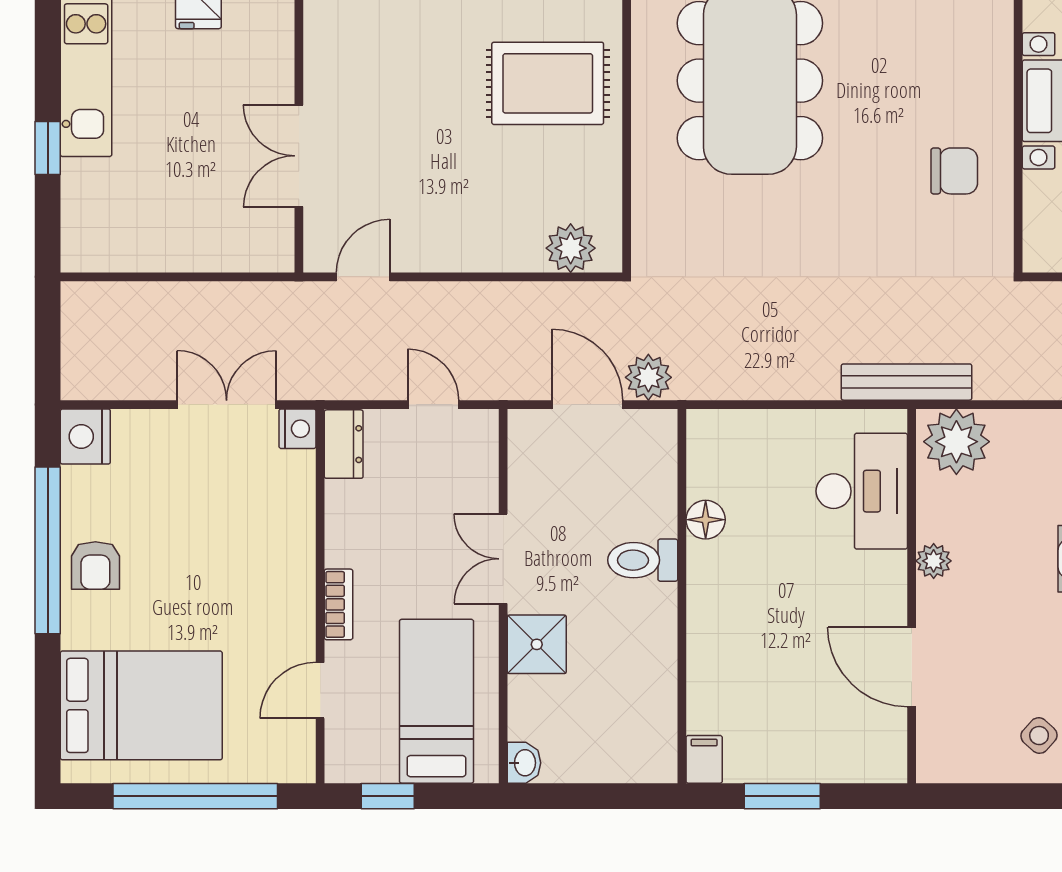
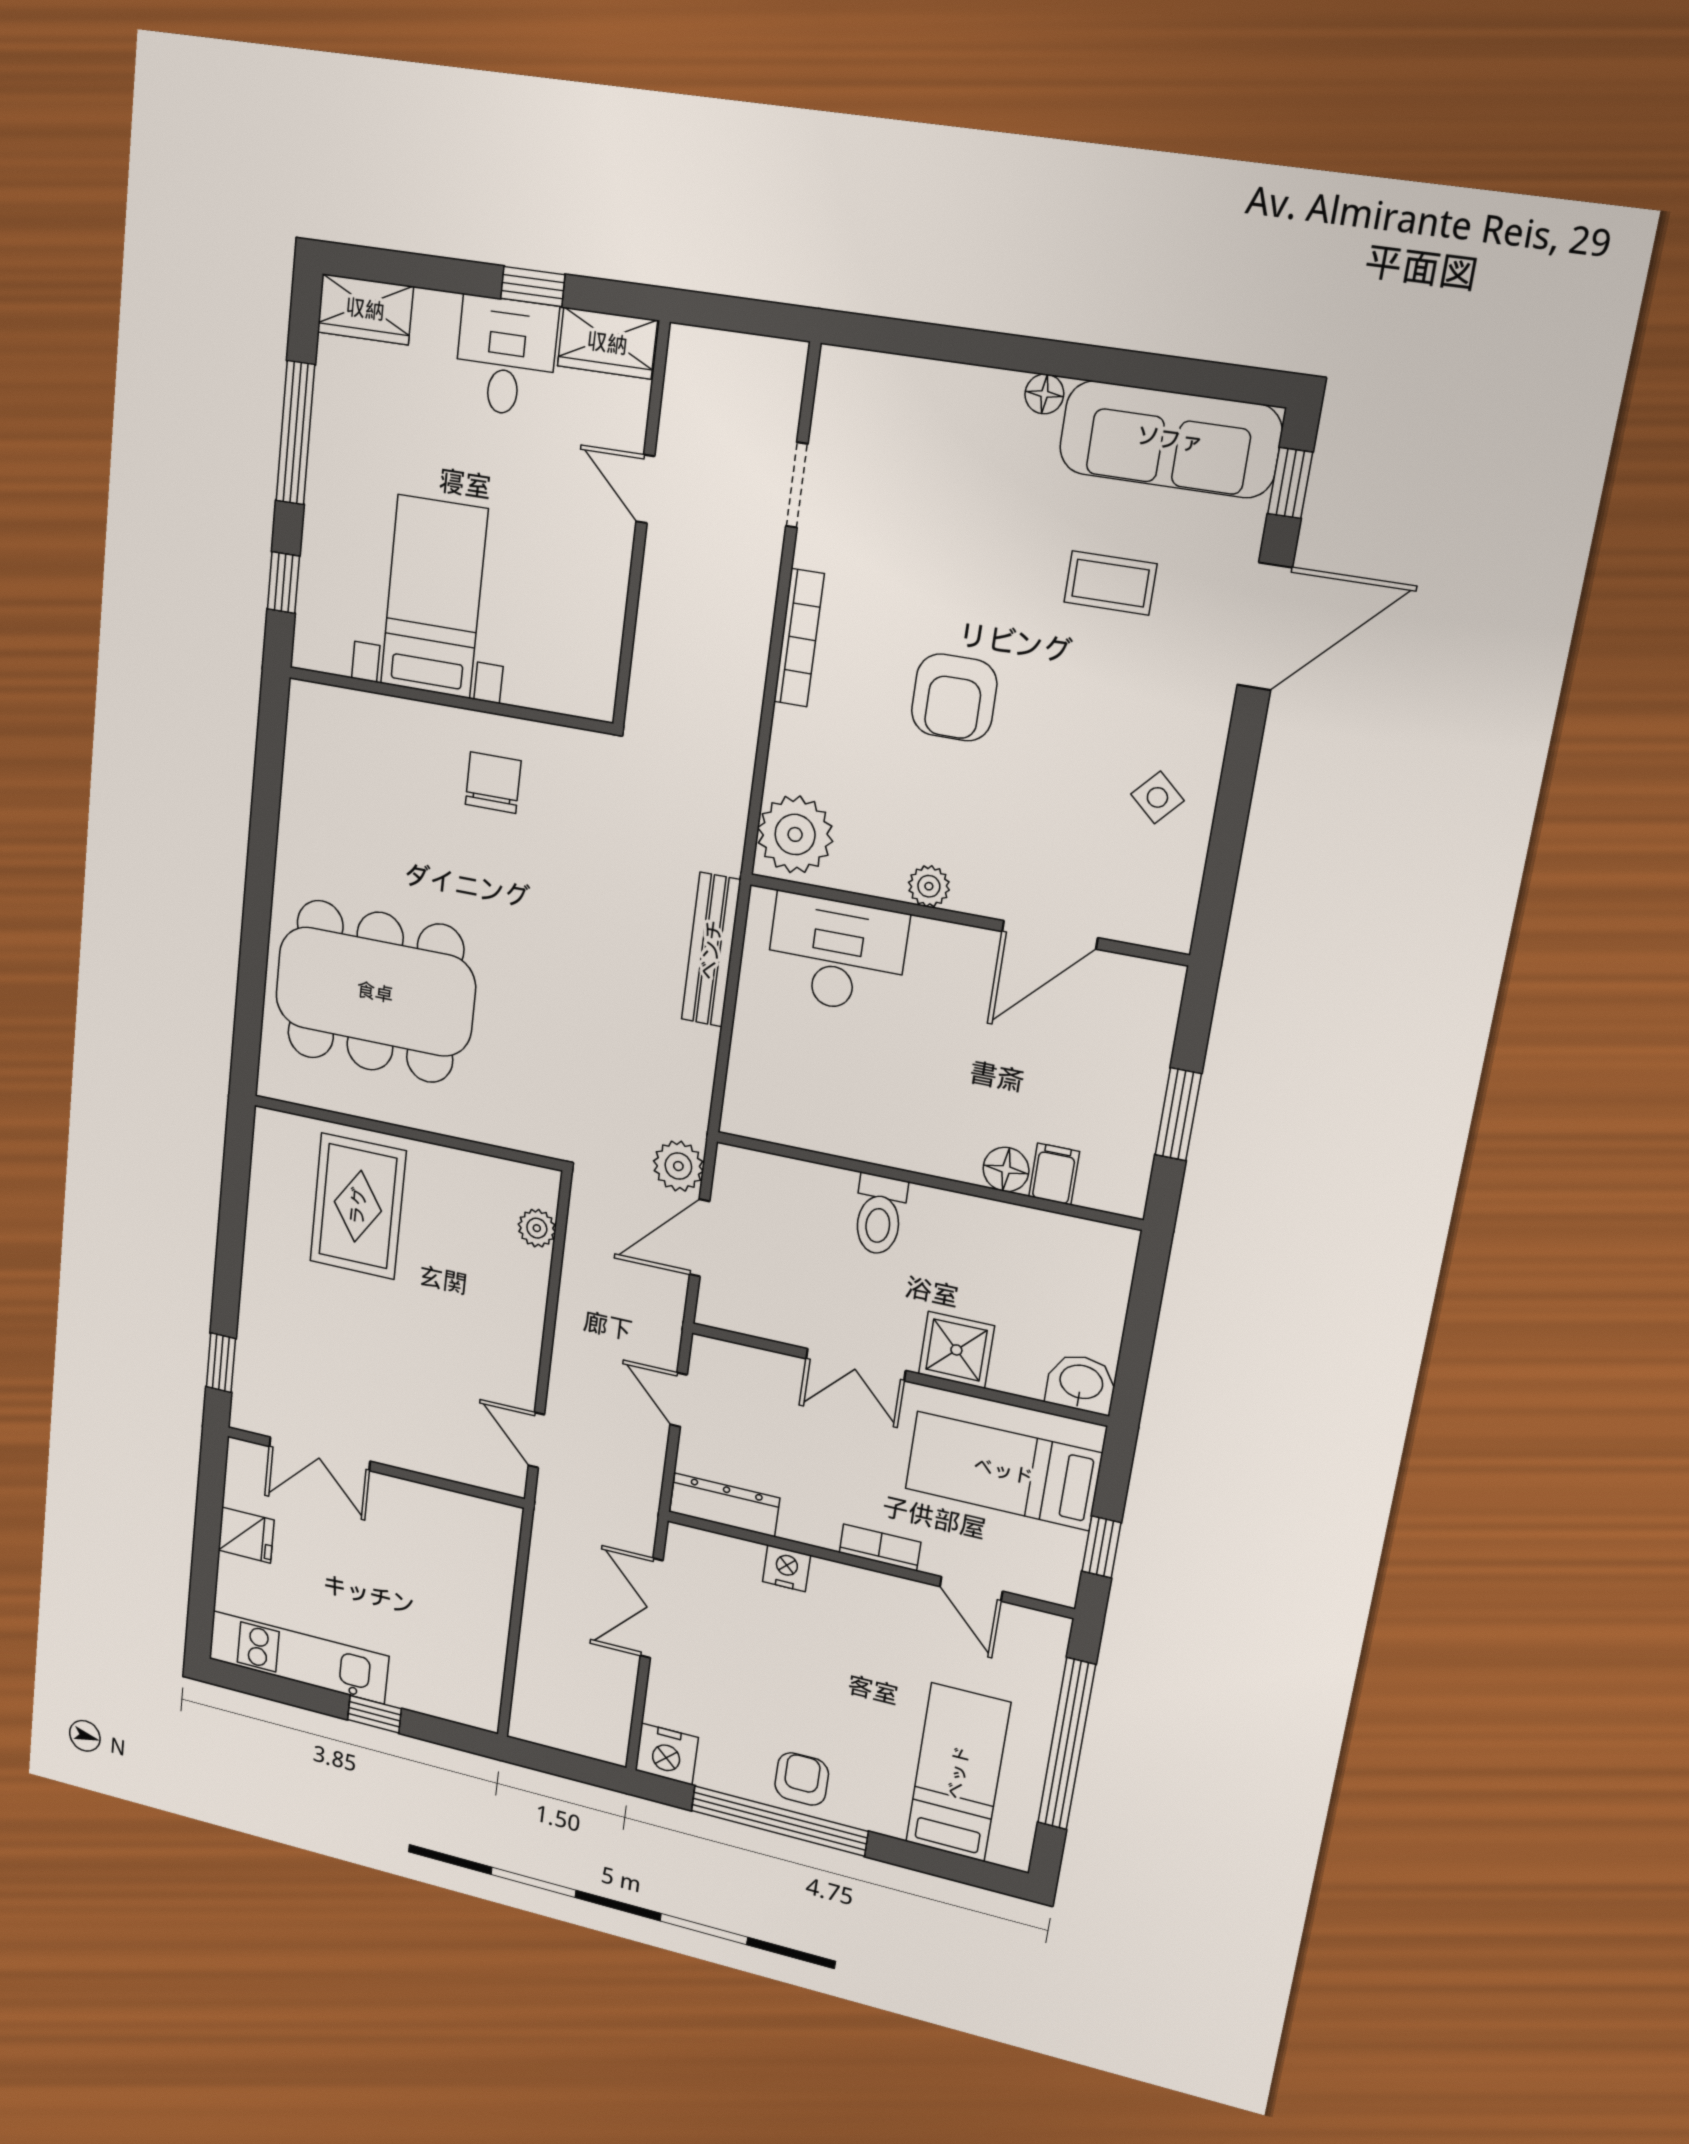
double door: (299, 156) -> (320, 1454), moved
plant: (571, 248) -> (537, 1228), width x0.73, depth x0.73
bench: (907, 382) -> (711, 950), moved
door: (433, 405) -> (679, 1400), hinge flipped
nightstand: (297, 429) -> (787, 1568), moved
dresser: (344, 444) -> (724, 1505), width x1.44
floor lamp: (706, 520) -> (1006, 1169), moved
armchair: (95, 565) -> (802, 1779), turned -90
bed: (141, 705) -> (958, 1773), width x0.67
filing cabinet: (704, 759) -> (1054, 1174), moved, turned 90
washbasin: (524, 763) -> (1081, 1383), width x1.38, depth x1.45

